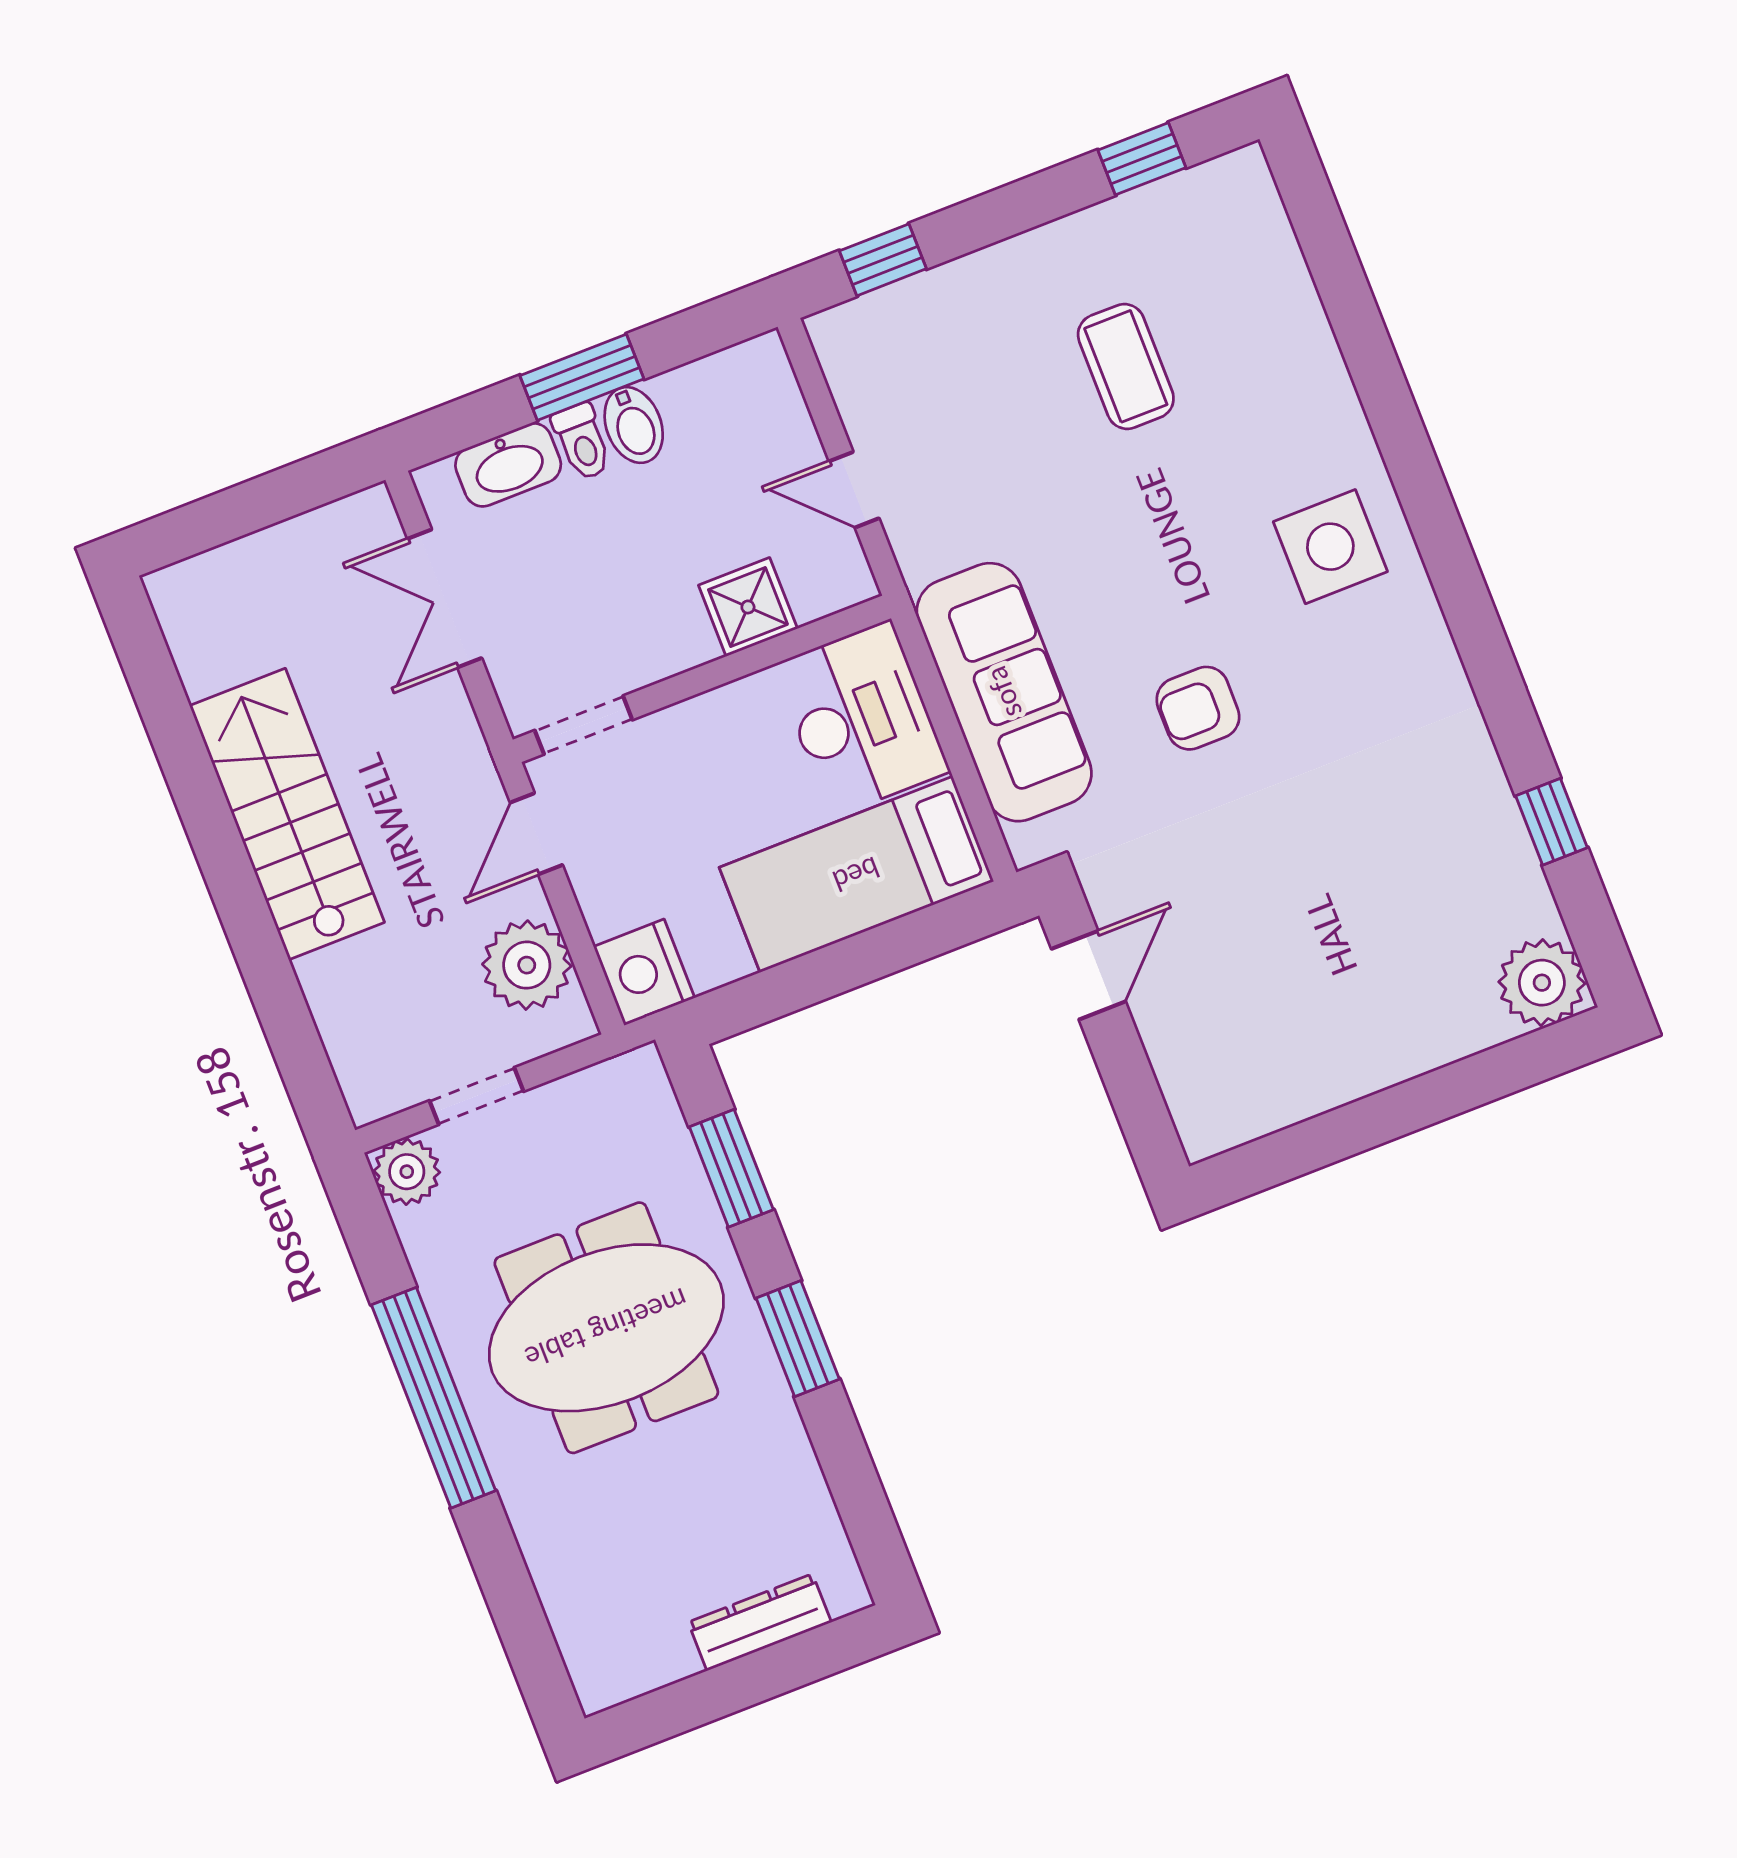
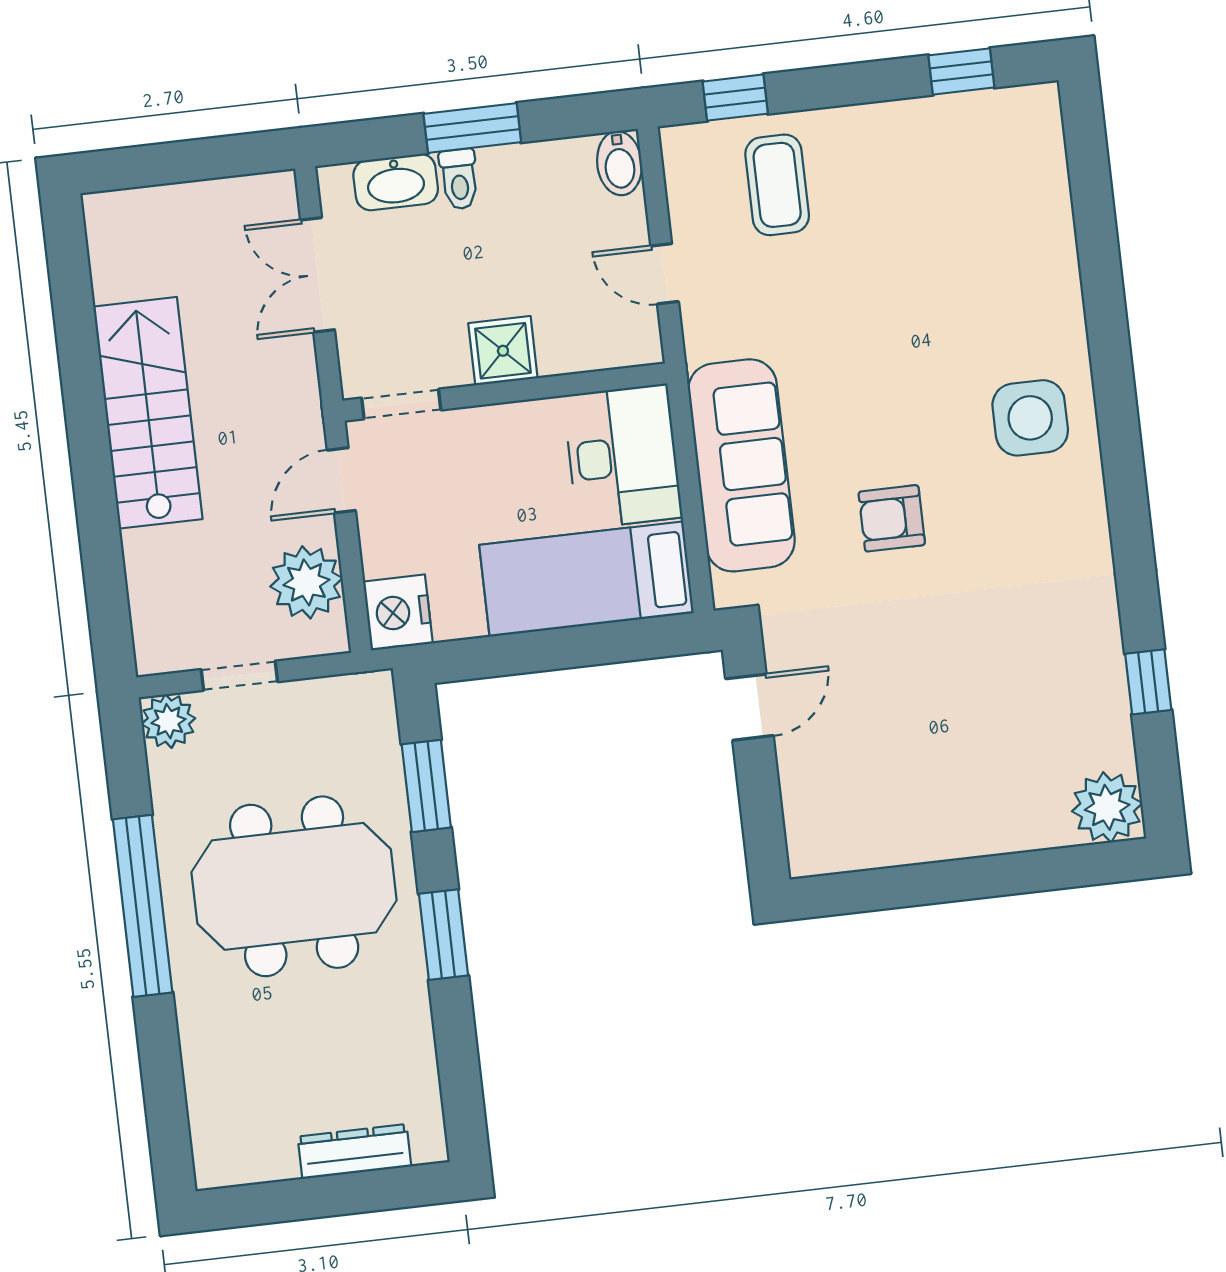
coffee table: (1126, 366) -> (777, 185), moved
bidet: (634, 425) -> (619, 163), moved
shower: (748, 607) -> (503, 351), moved

